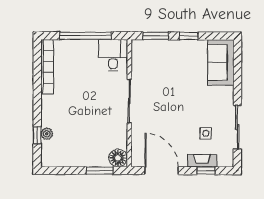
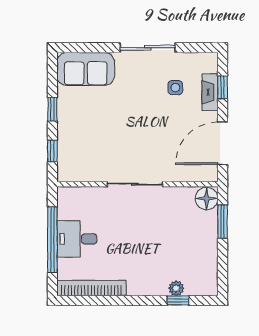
window: (156, 36) -> (52, 151), width x0.67
desk: (113, 55) -> (77, 239), moved
sliding door: (237, 127) -> (148, 48), moved

